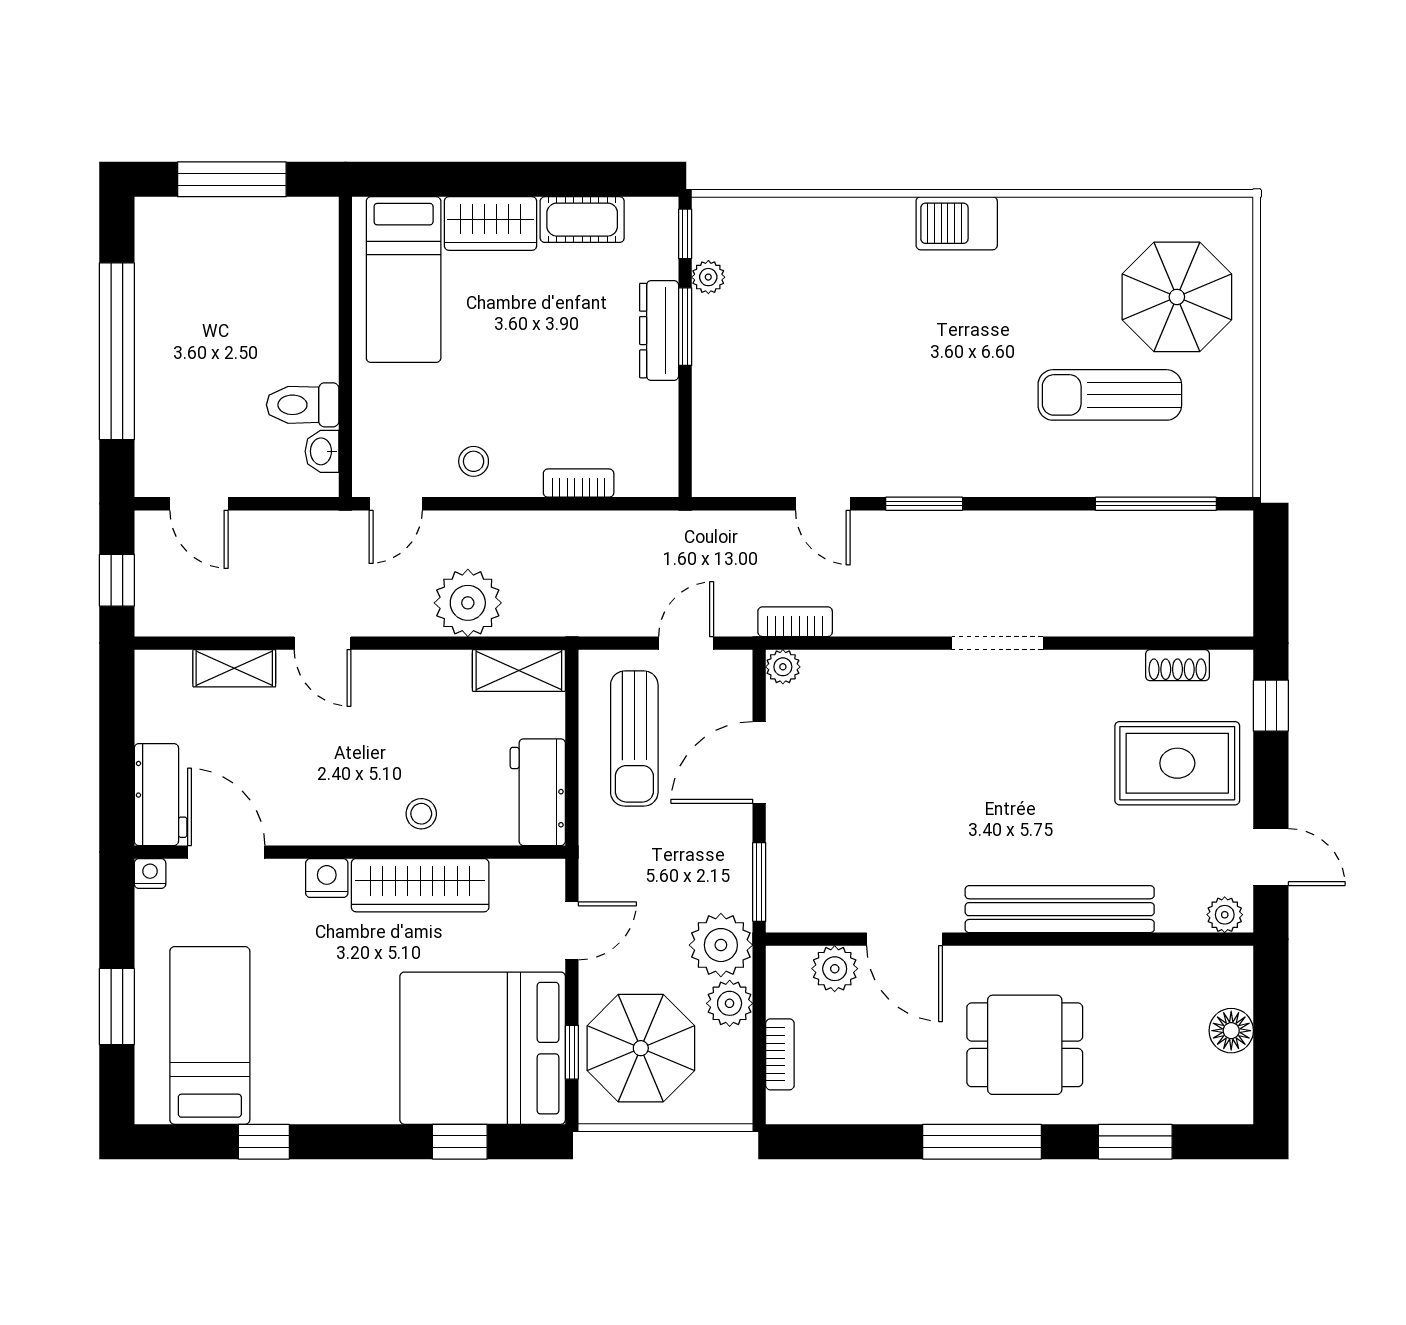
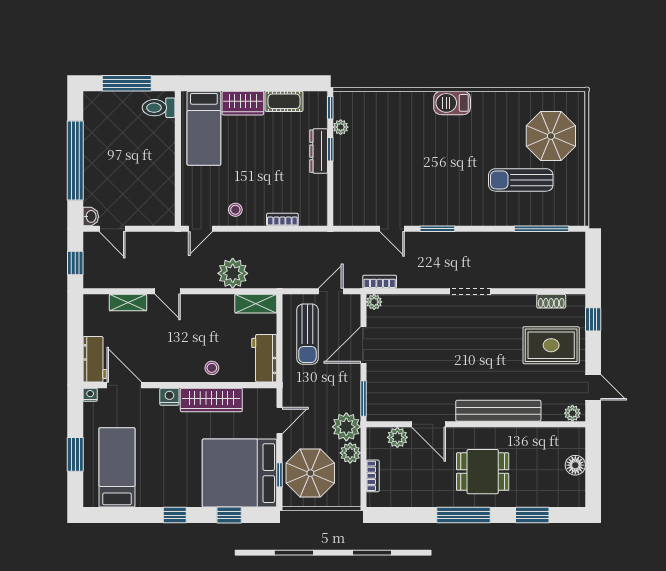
window: (685, 327) -> (330, 149), width x0.67
toilet: (303, 405) -> (159, 108), moved
washbasin: (322, 451) -> (91, 216), moved, turned 180
window: (264, 1142) -> (175, 515), moved

